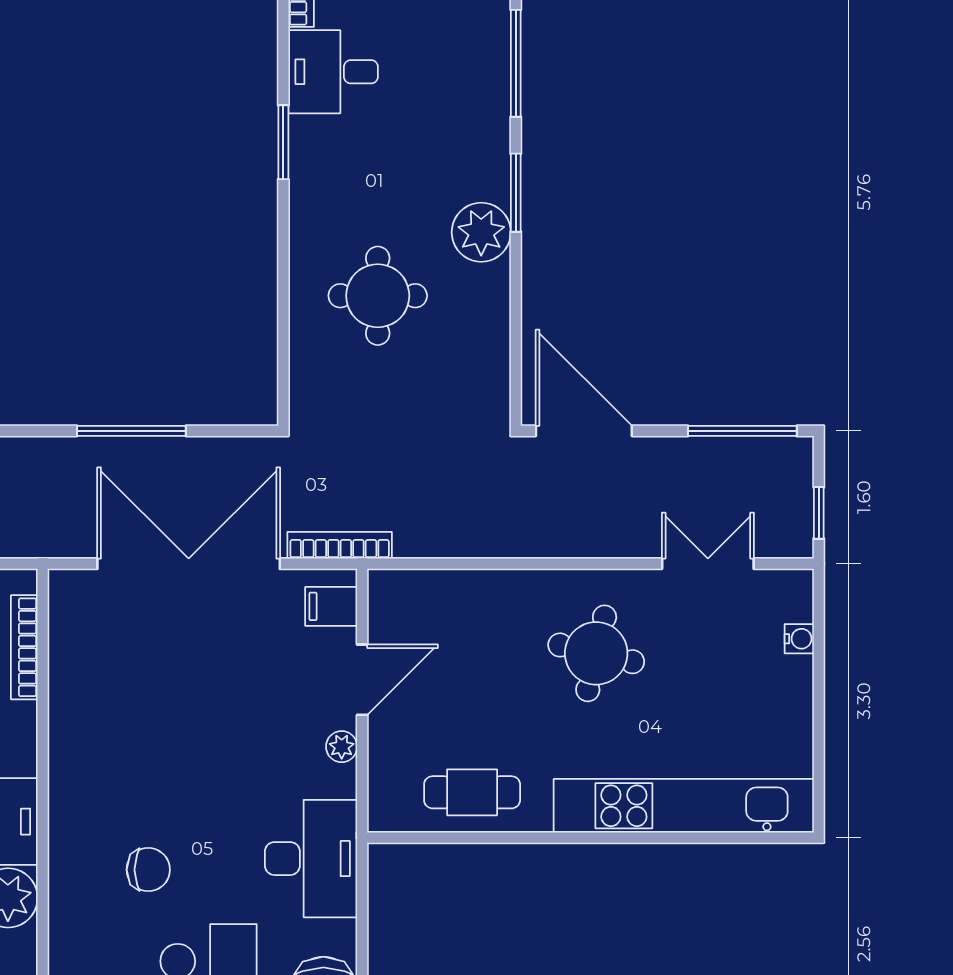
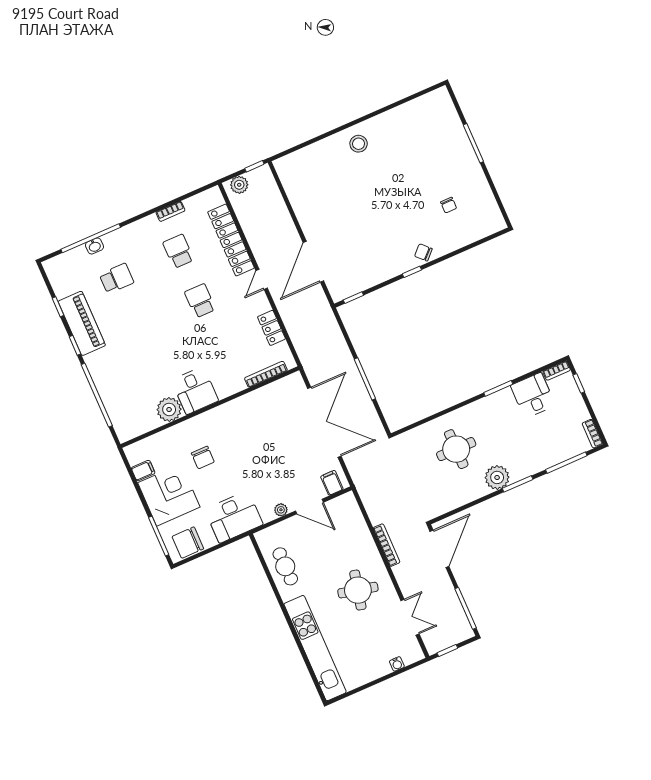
bookcase: (340, 545) -> (387, 545), moved

